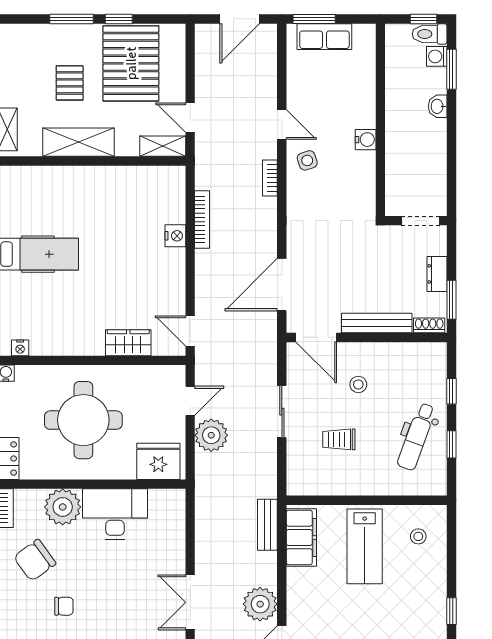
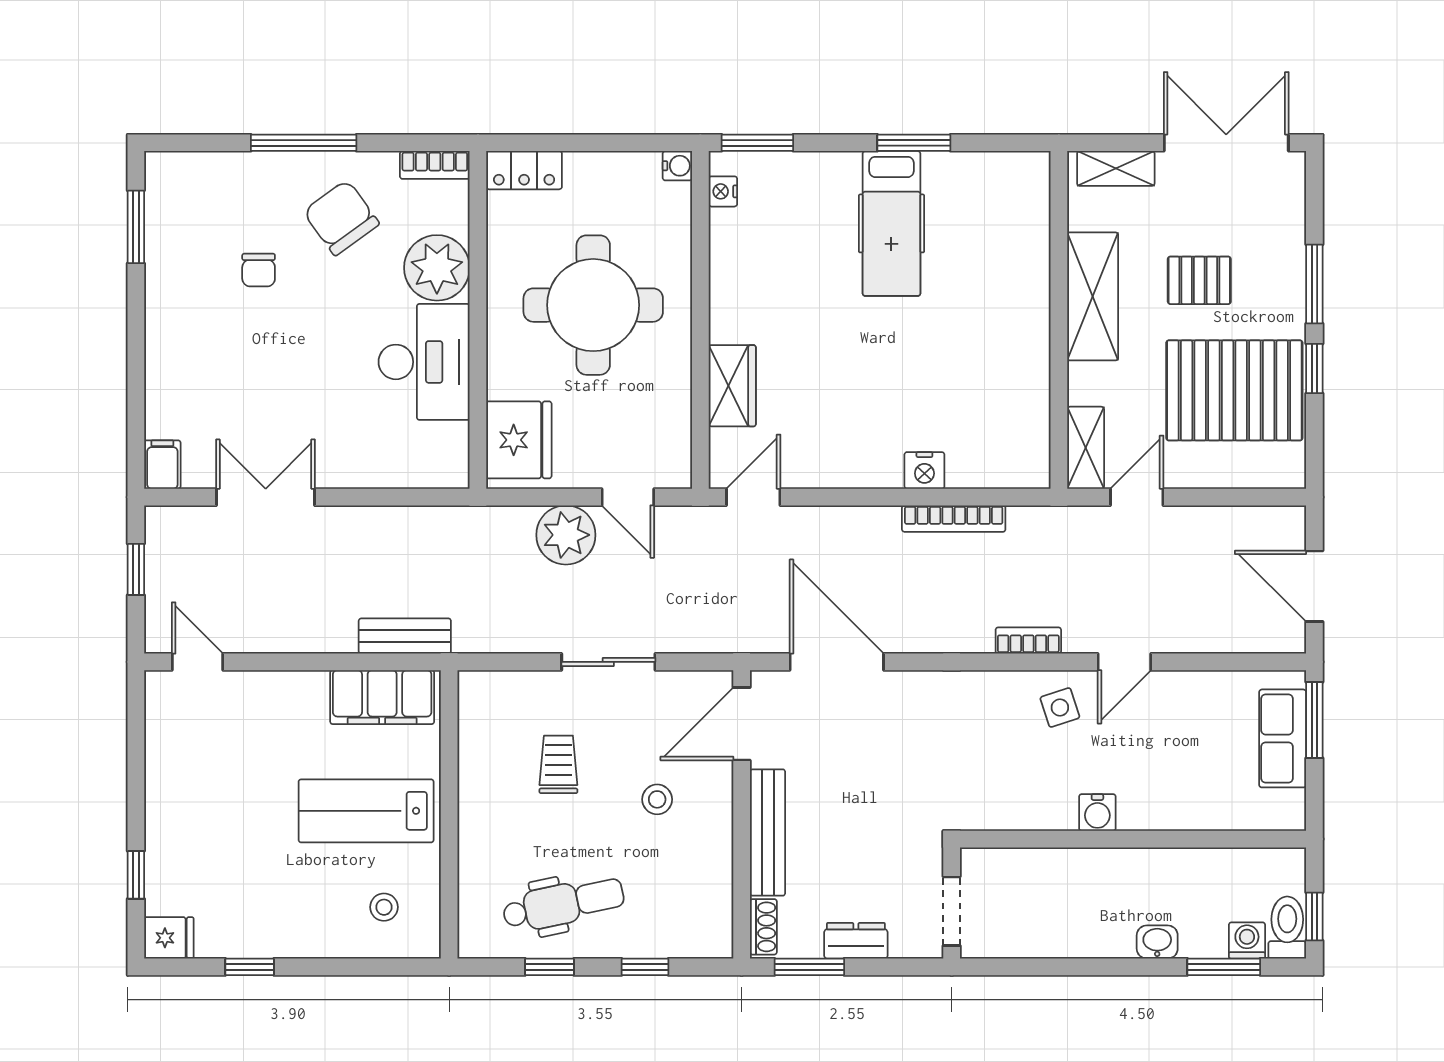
dental chair: (416, 437) -> (563, 904), turned 148
plant: (260, 604) -> (262, 623), removed

